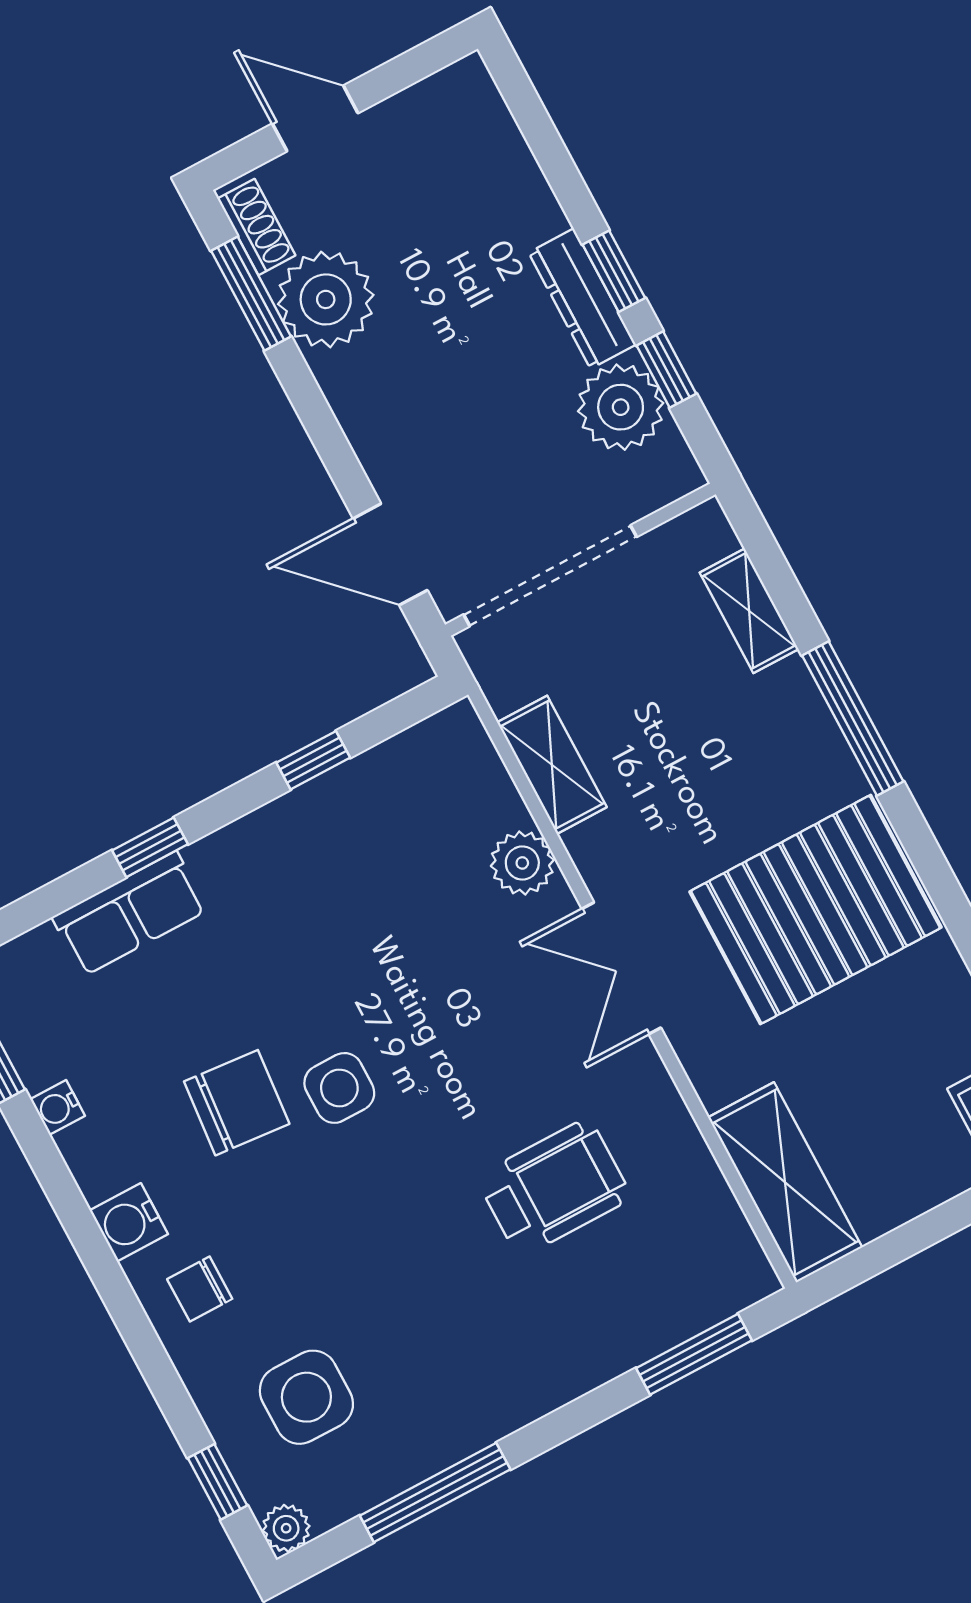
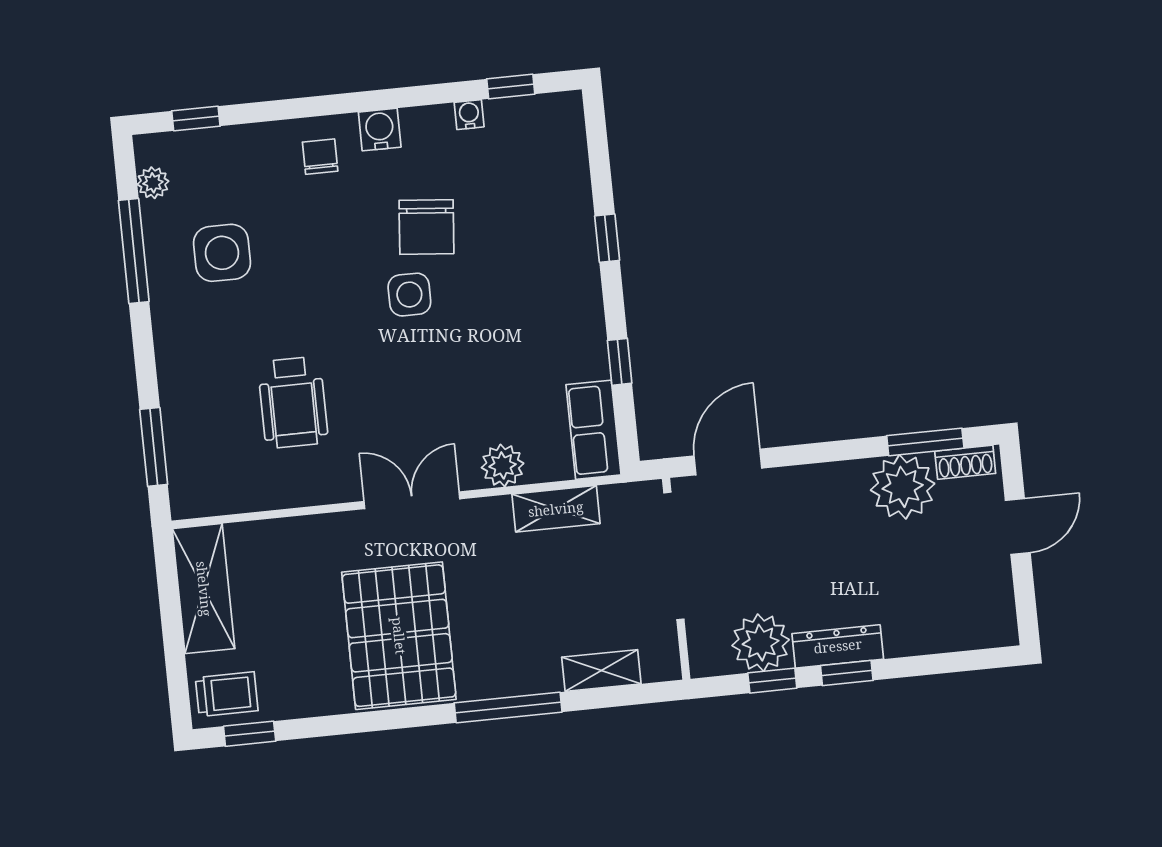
row of seats: (130, 914) -> (594, 430), moved
shelving: (785, 1182) -> (204, 589), moved, turned 90
side table: (306, 1397) -> (222, 253), moved
plant: (286, 1528) -> (153, 183), moved

